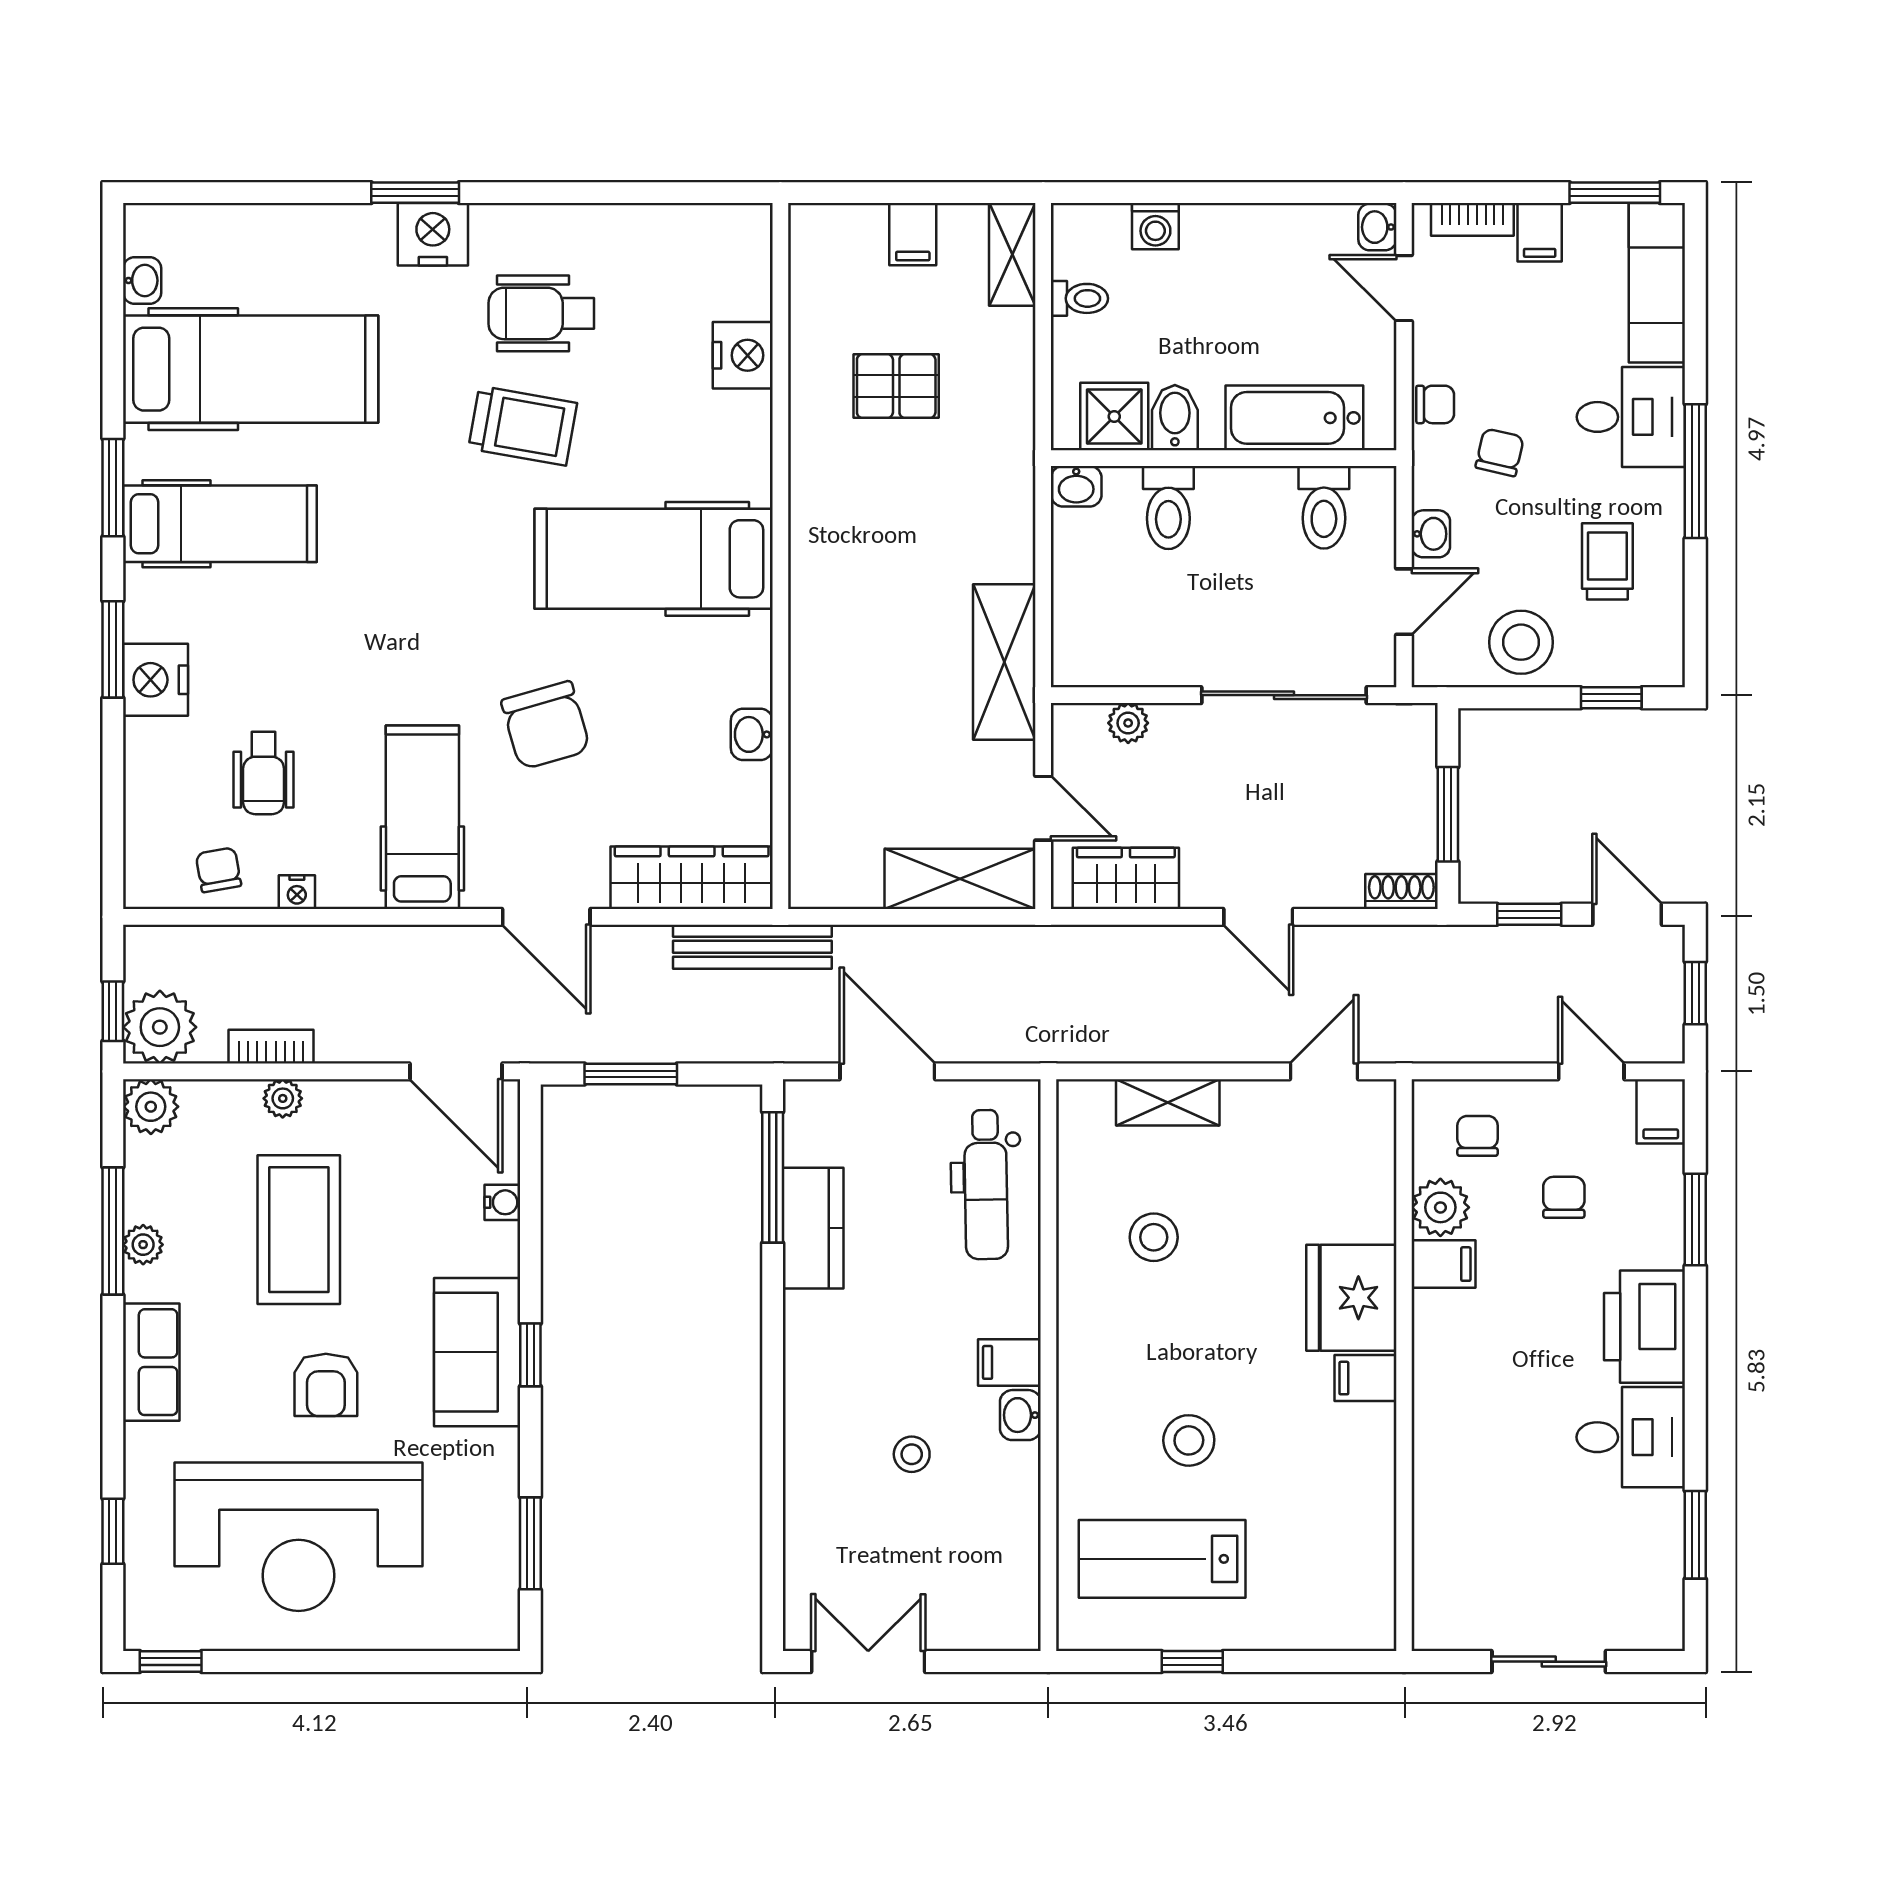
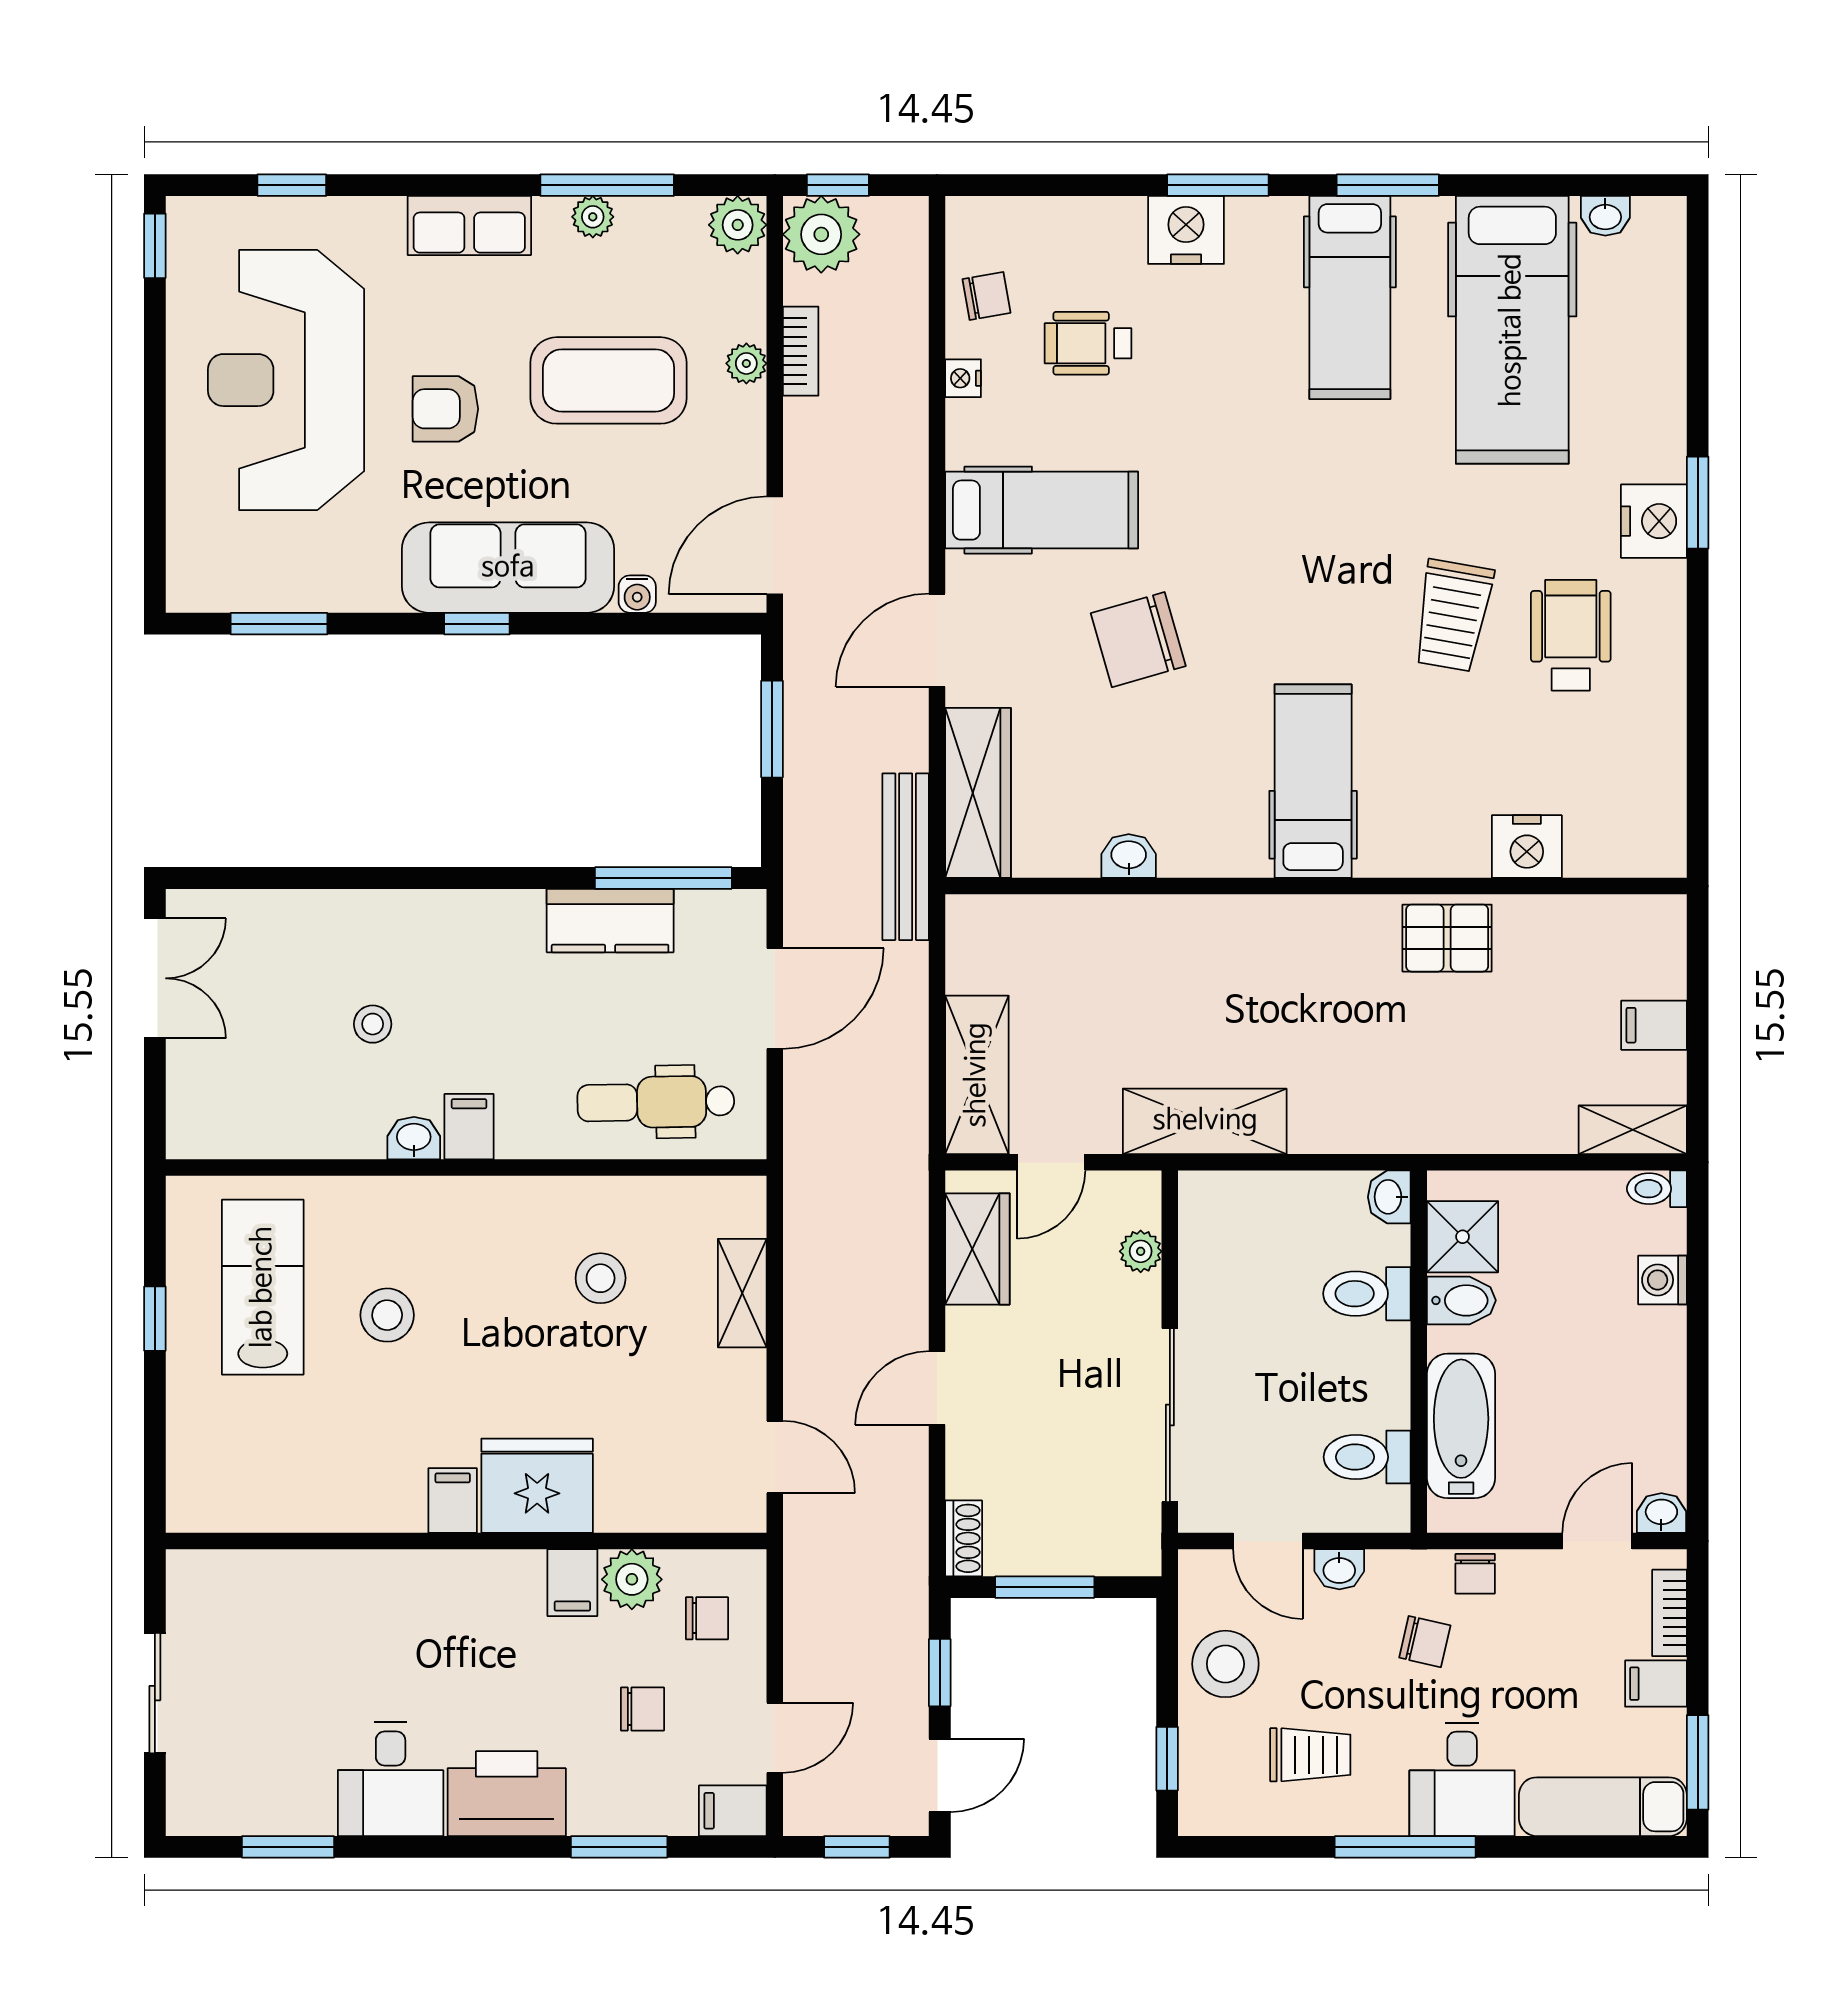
toilet: (1079, 298) -> (1657, 1189), moved, turned 90
pallet: (896, 386) -> (1447, 938), moved, turned 90
hospital bed: (654, 559) -> (1313, 781), width x0.73, depth x0.78
sofa: (477, 1352) -> (508, 568), width x1.36

